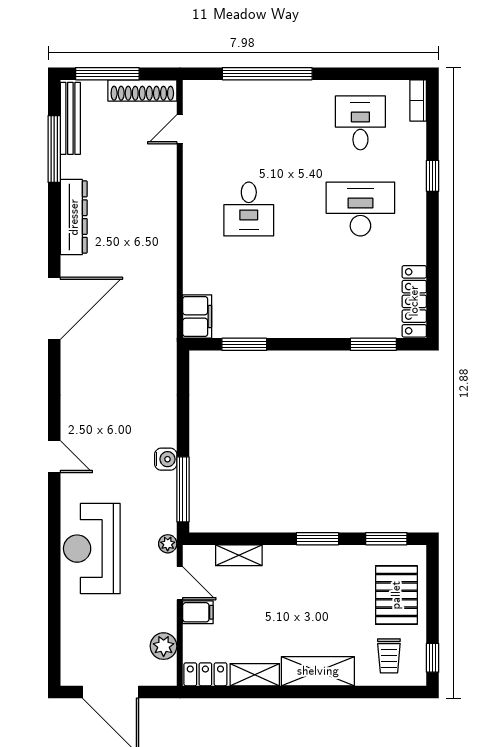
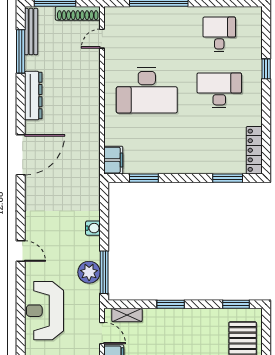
bookcase: (418, 100) -> (257, 20), removed
desk: (249, 209) -> (147, 90), width x1.87, depth x1.30
water cooler: (166, 459) -> (93, 228), moved
window: (317, 539) -> (171, 304), moved
plant: (168, 544) -> (89, 272), moved, width x1.87, depth x1.87
shelving: (239, 555) -> (127, 315), moved

